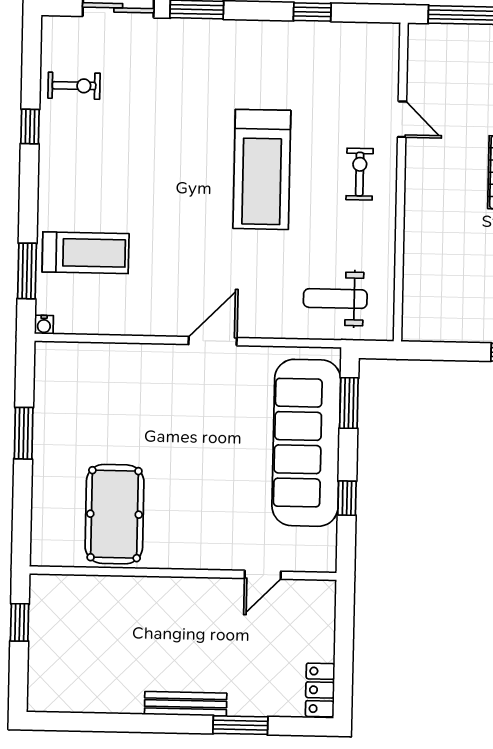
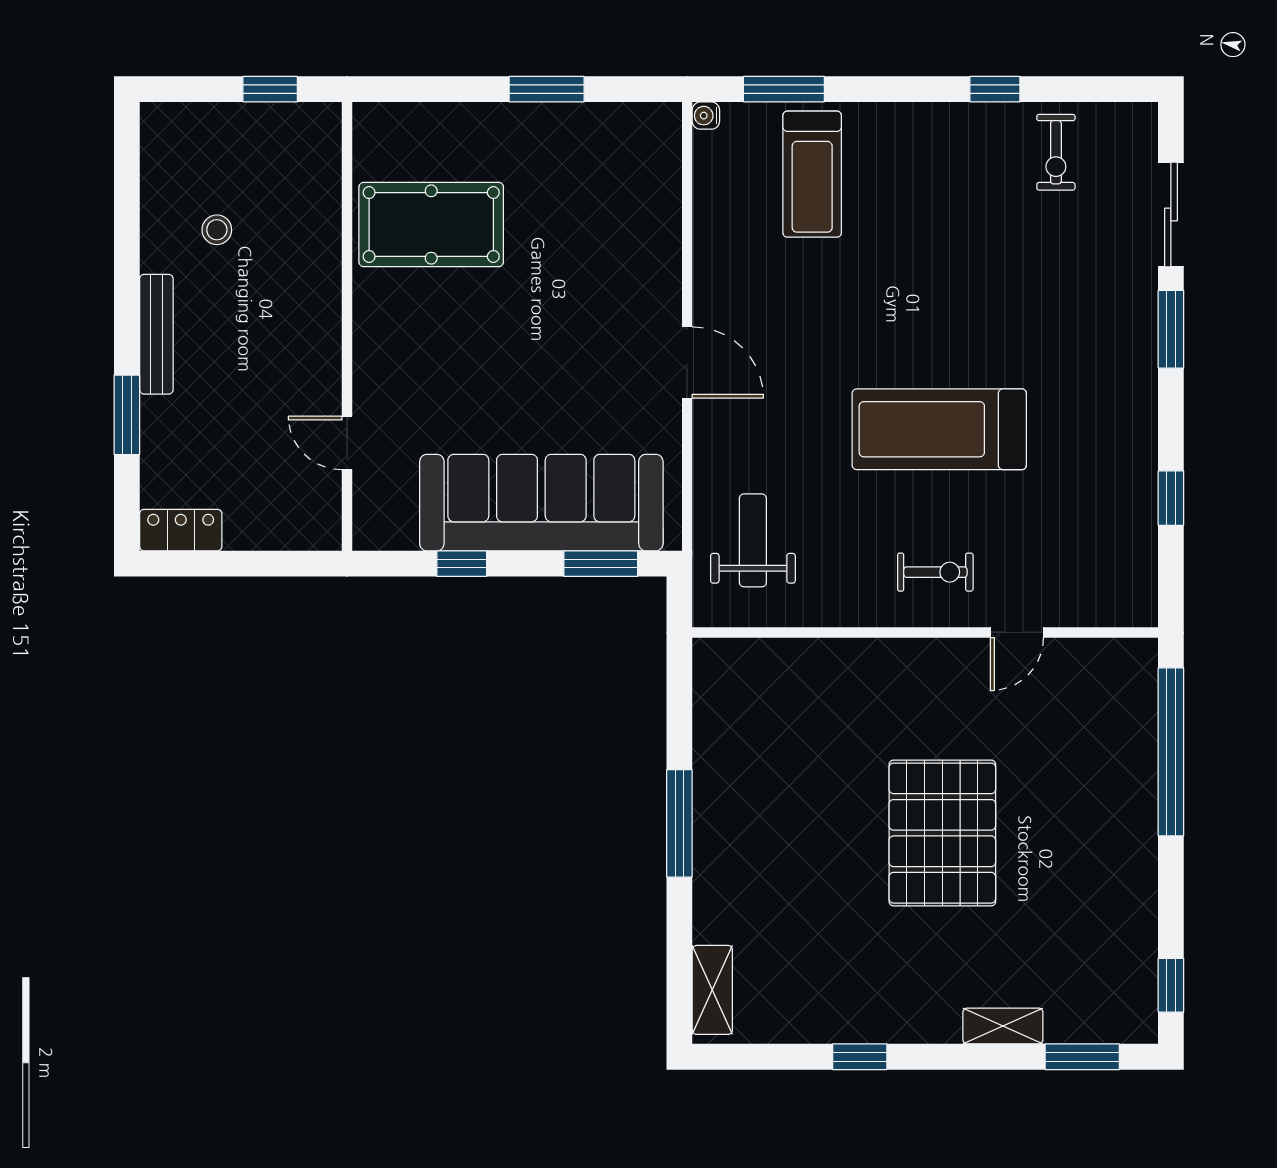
stool: (115, 661) -> (217, 230), added

